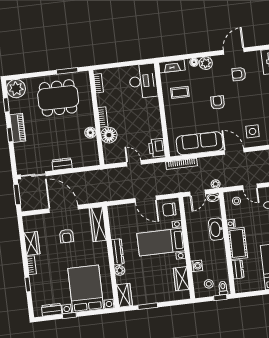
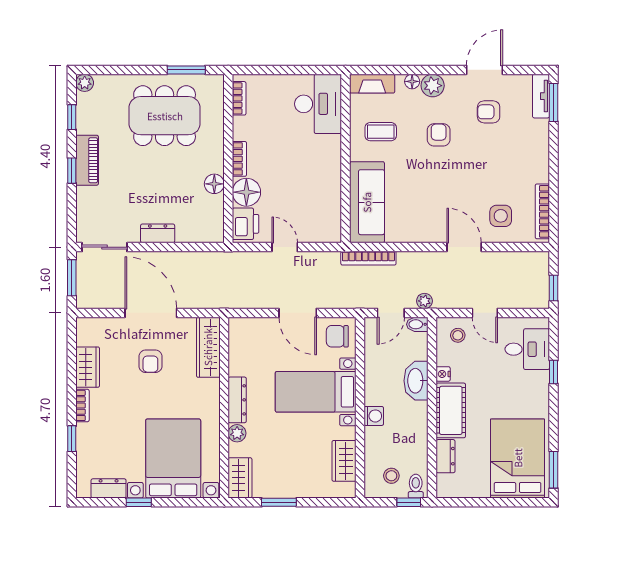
plant: (16, 89) -> (85, 83), width x0.53, depth x0.53
armchair: (218, 102) -> (439, 135), moved
sofa: (200, 143) -> (367, 202), moved, turned 90
printer: (157, 148) -> (245, 224), moved, turned 180
washing machine: (197, 266) -> (374, 416), moved

